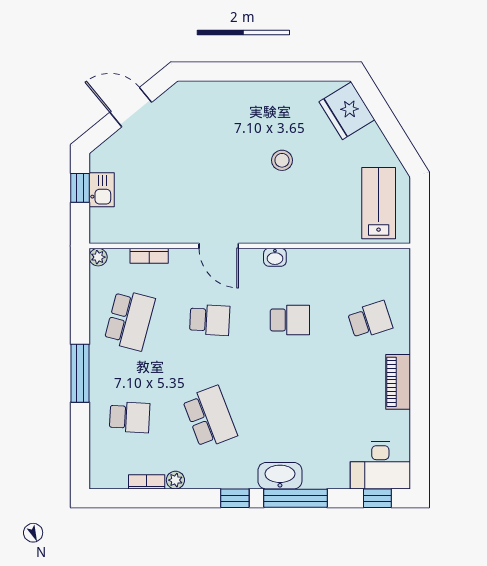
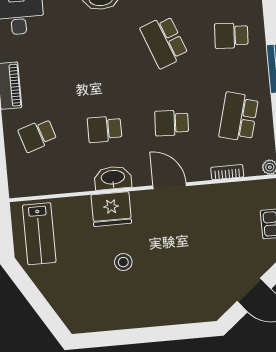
fridge: (347, 111) -> (111, 209), moved, turned 122
washbasin: (275, 257) -> (113, 178), width x1.91, depth x1.45

